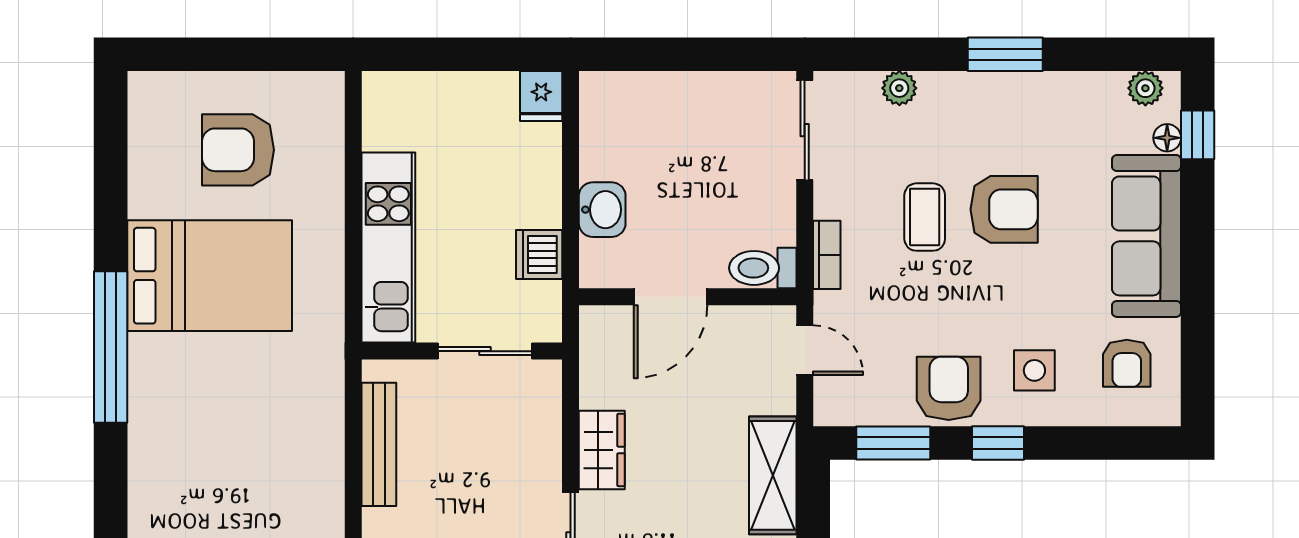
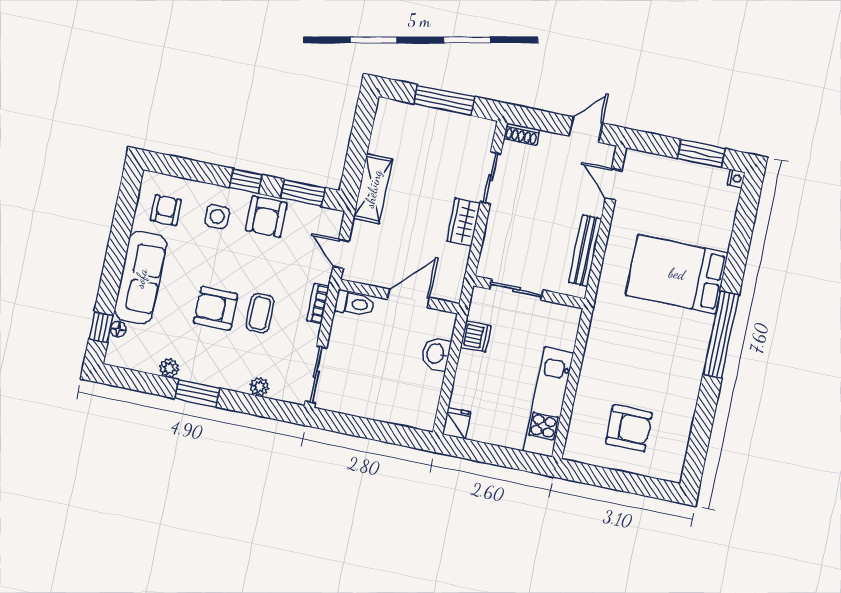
plant: (1145, 88) -> (169, 368), moved
kitchen unit: (388, 248) -> (548, 402), moved
bed: (210, 276) -> (677, 274), moved

